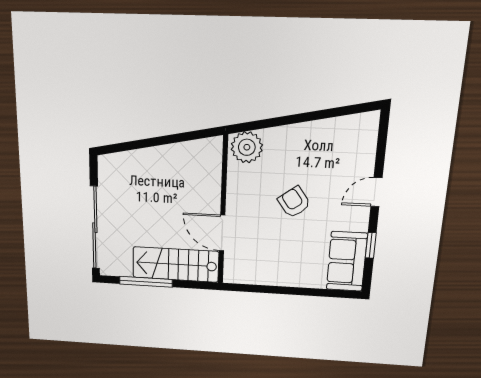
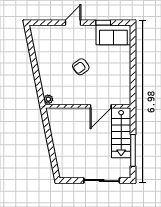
plant: (247, 147) -> (48, 99), width x0.53, depth x0.53
door: (376, 192) -> (73, 23), swing flipped
sliding door: (95, 228) -> (102, 181), width x0.73

